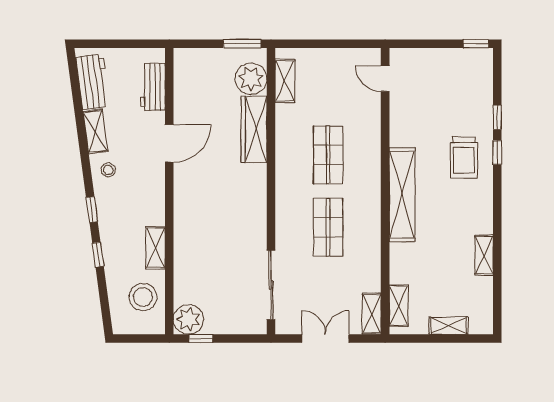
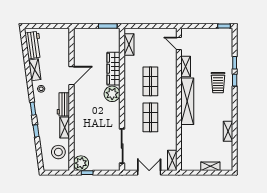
plant: (251, 79) -> (112, 94), moved
workbench: (153, 87) -> (63, 104), moved
shelving: (399, 306) -> (186, 67), moved

